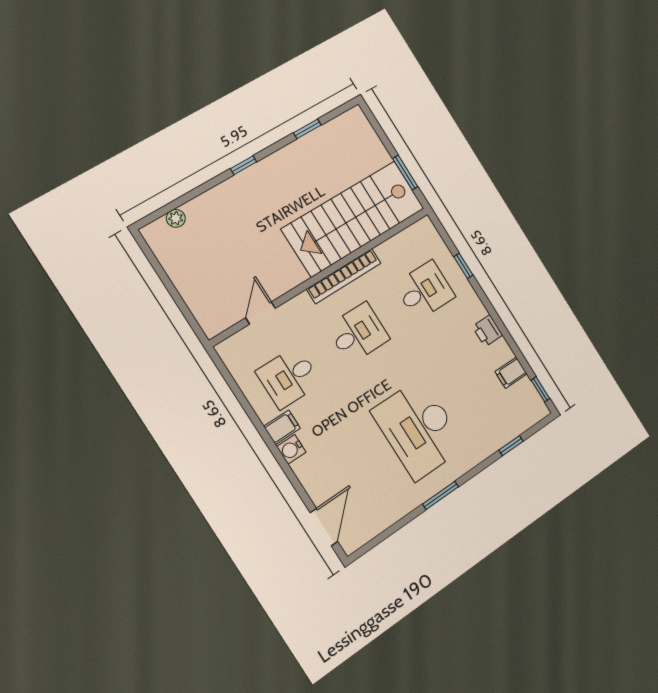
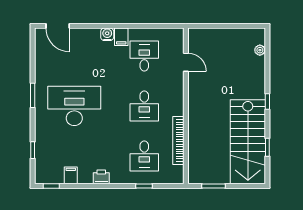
stairs: (354, 218) -> (248, 142), moved, turned 180
bookcase: (344, 276) -> (178, 141), moved

